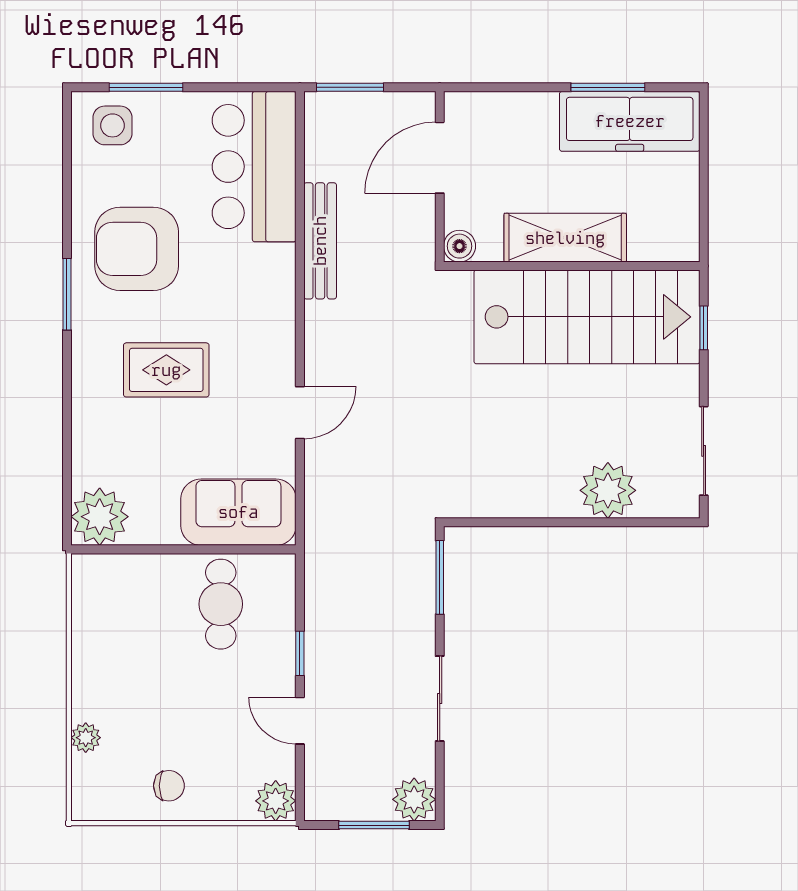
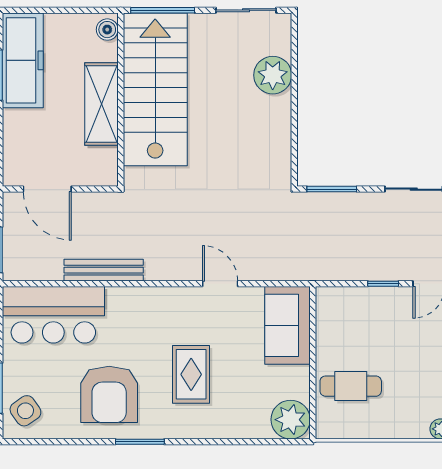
side table: (112, 125) -> (25, 411), turned -35
boiler: (459, 246) -> (107, 30), moved
window: (704, 328) -> (163, 10), width x2.17
cafe table: (221, 604) -> (351, 386), moved

